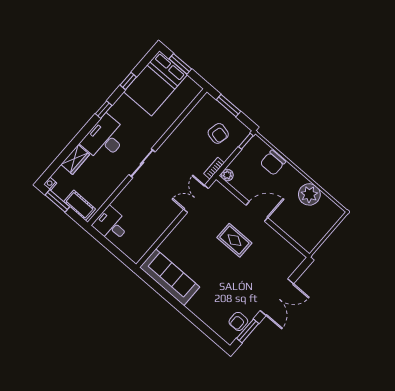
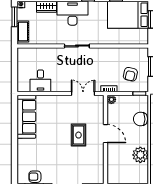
desk: (111, 225) -> (40, 81), moved, turned 180

